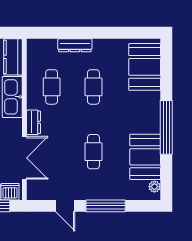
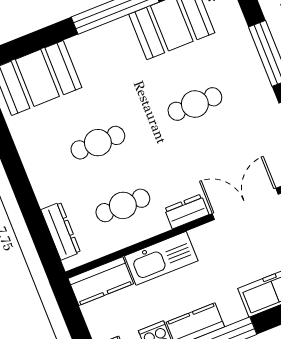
dresser: (75, 45) -> (61, 231), moved

